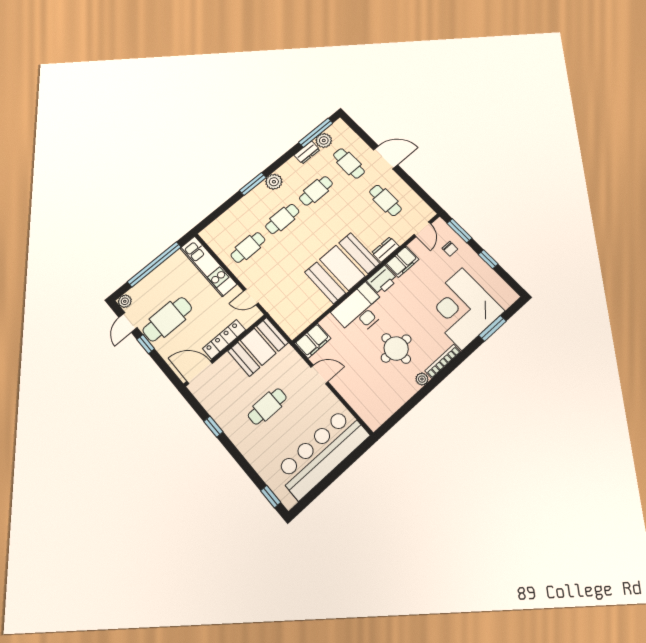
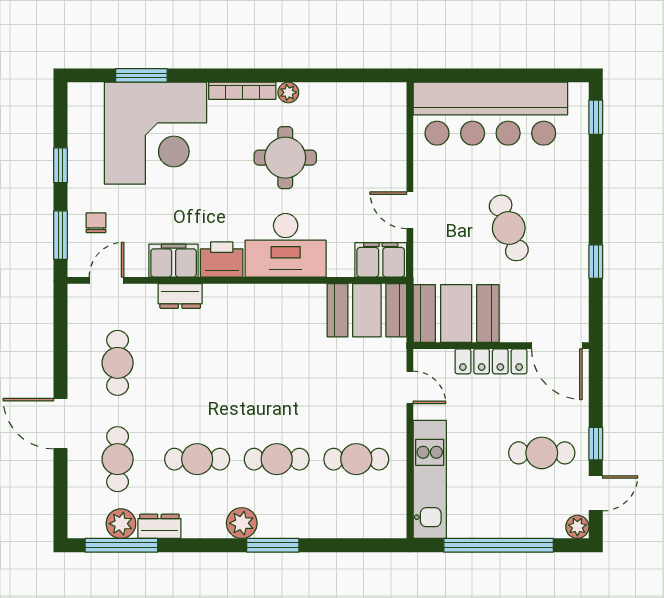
booth: (342, 268) -> (367, 310), moved, width x0.73, depth x0.70
cafe table: (167, 319) -> (542, 453), width x0.73, depth x0.74
cafe table: (267, 406) -> (509, 228), turned 70

